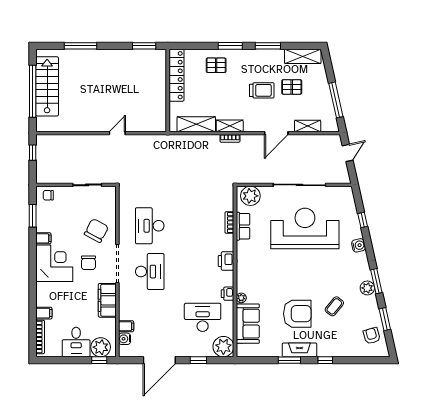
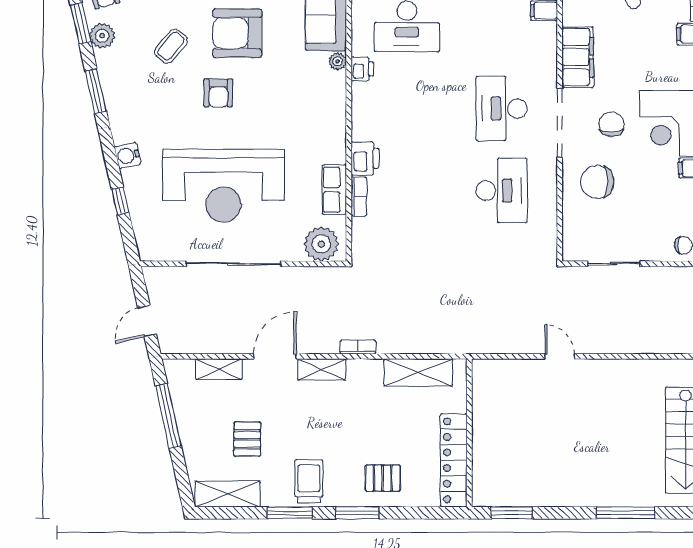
pallet: (292, 87) -> (247, 439), turned 90
trolley: (262, 90) -> (309, 481), moved, turned 90
shelving: (230, 126) -> (322, 369), moved
door: (117, 133) -> (560, 356), swing flipped
chair: (96, 231) -> (597, 182), turned 62
printer: (226, 261) -> (365, 158), moved
armchair: (308, 280) -> (218, 93), added
plant: (367, 288) -> (102, 36), moved

